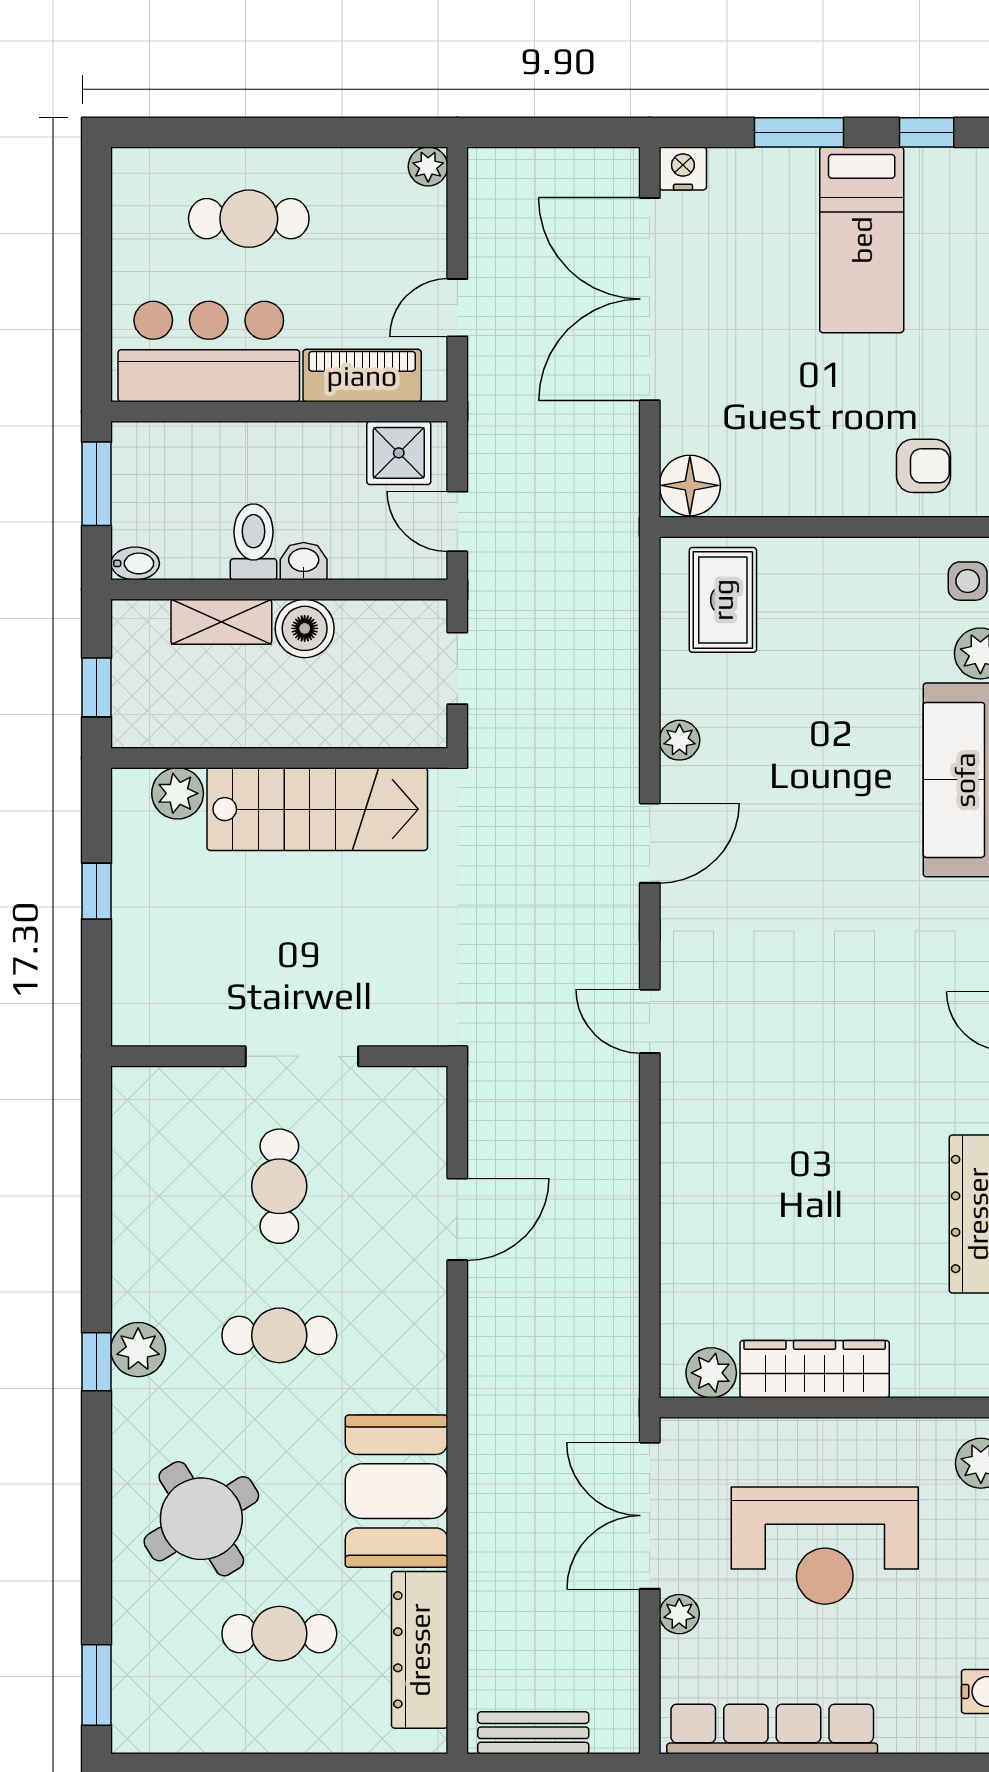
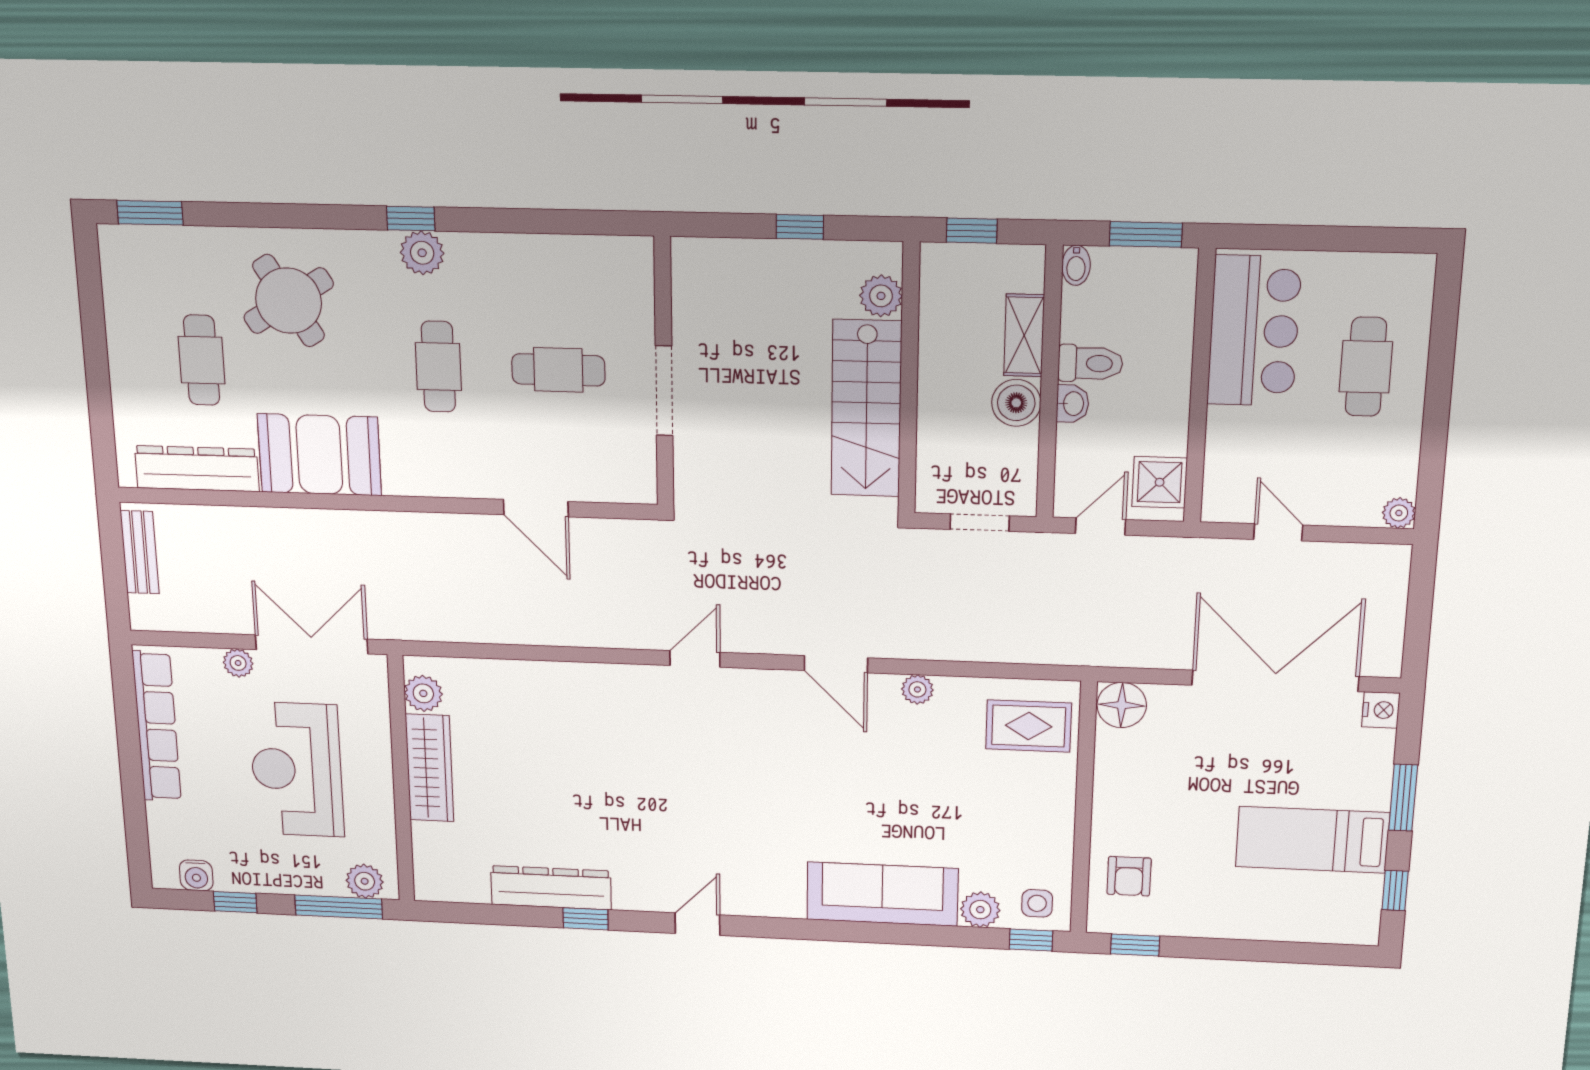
piano: (362, 376) -> (1226, 455), removed

